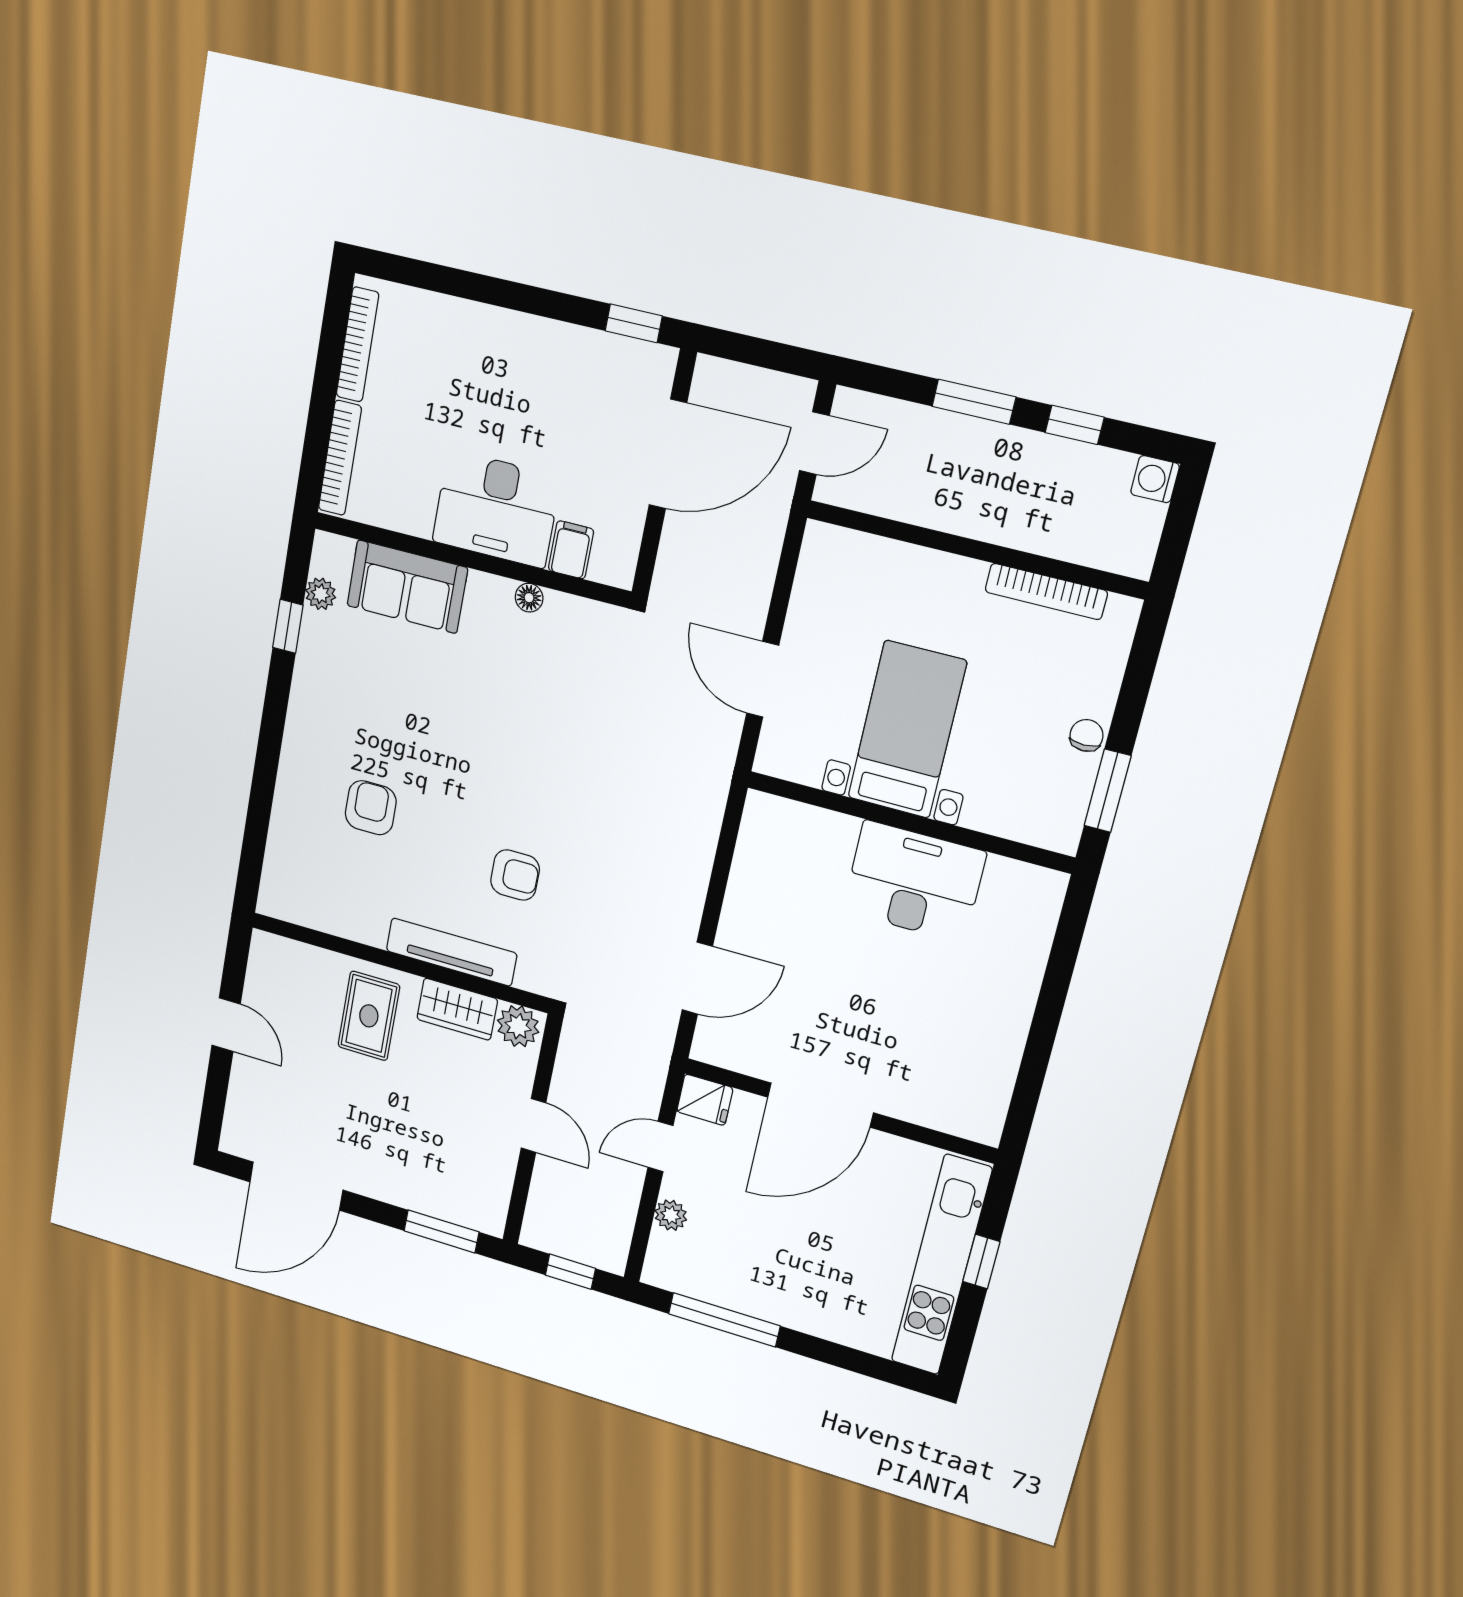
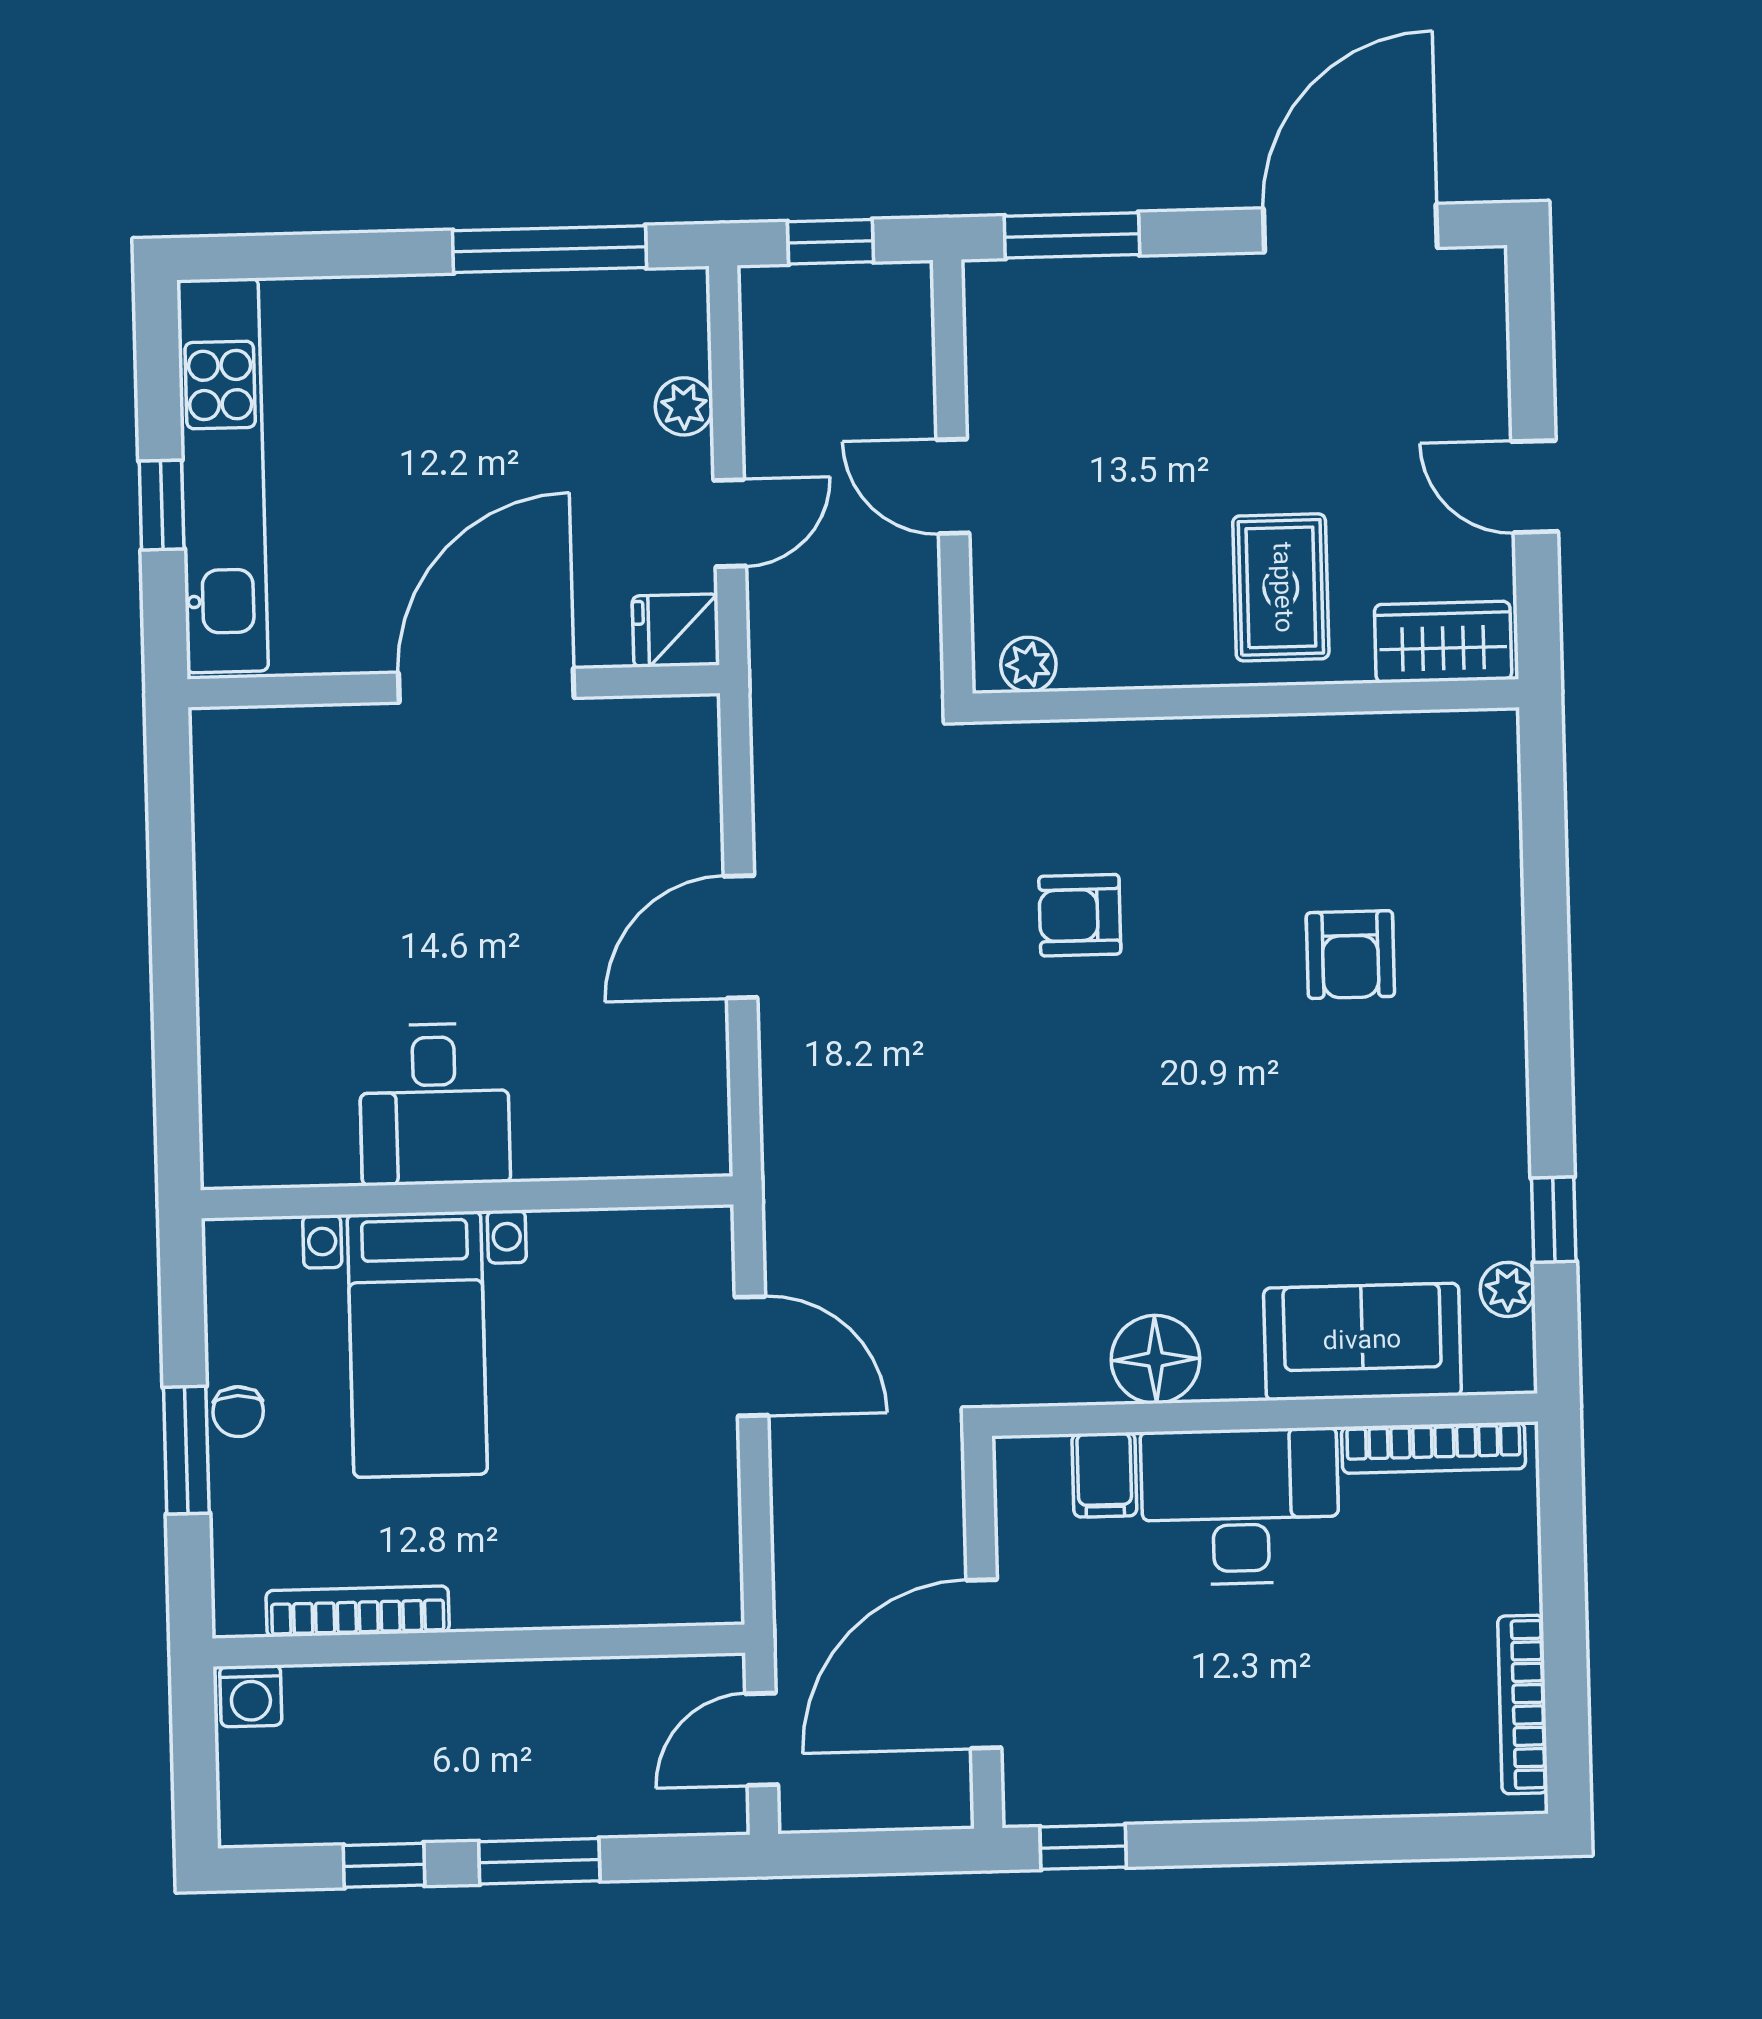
bookcase: (340, 458) -> (1434, 1448), moved, turned -90
washing machine: (1155, 479) -> (251, 1696), moved, turned 90
floor lamp: (529, 598) -> (1155, 1359), width x1.89, depth x1.89
bed with nightstands: (907, 730) -> (417, 1344), moved
window: (1108, 791) -> (186, 1450), moved
desk: (914, 882) -> (435, 1104), width x0.73
tv unit: (451, 952) -> (1160, 748), removed
door: (697, 978) -> (741, 937), moved
wardrobe: (457, 1009) -> (1443, 642), moved
plant: (518, 1026) -> (1028, 665), width x0.73, depth x0.73

